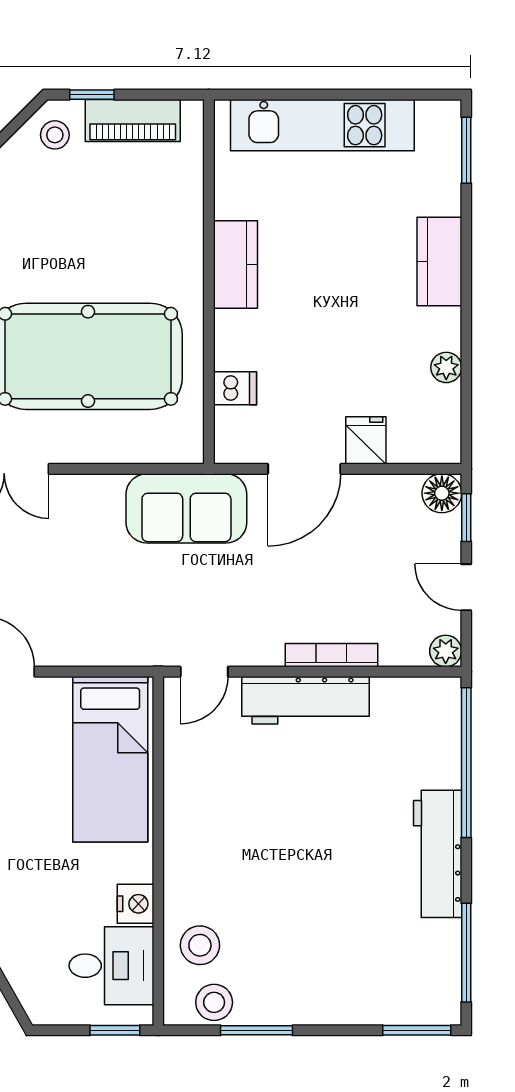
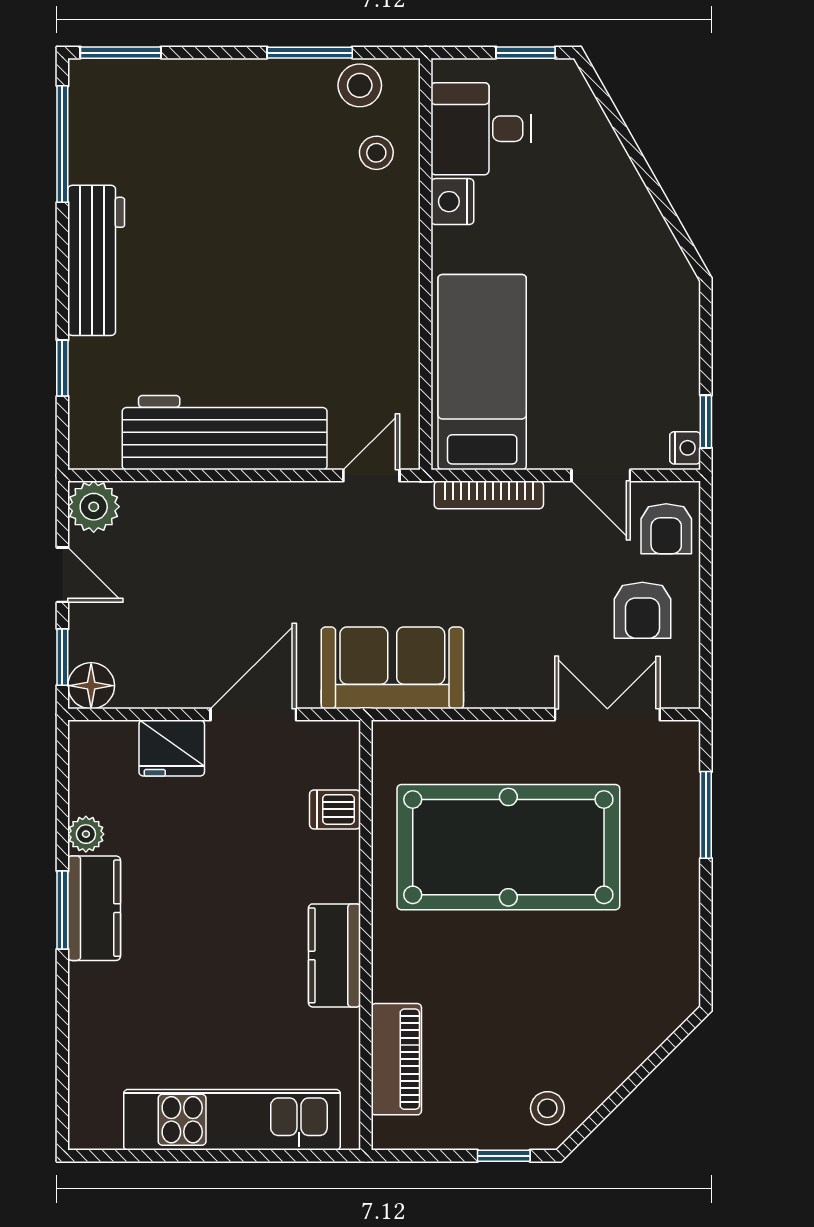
piano: (133, 120) -> (396, 1059), moved, turned 90
window: (466, 150) -> (62, 910), moved
kitchen counter: (439, 262) -> (94, 908), moved
fridge: (366, 440) -> (172, 748), width x1.38
plant: (446, 651) -> (94, 507), width x1.38, depth x1.38
bookcase: (332, 655) -> (489, 495), moved
workbench: (306, 700) -> (225, 433), width x1.36, depth x1.32
window: (466, 763) -> (62, 368), width x0.32
stool: (200, 945) -> (376, 153), width x0.73, depth x0.73
window: (115, 1030) -> (526, 53), moved

